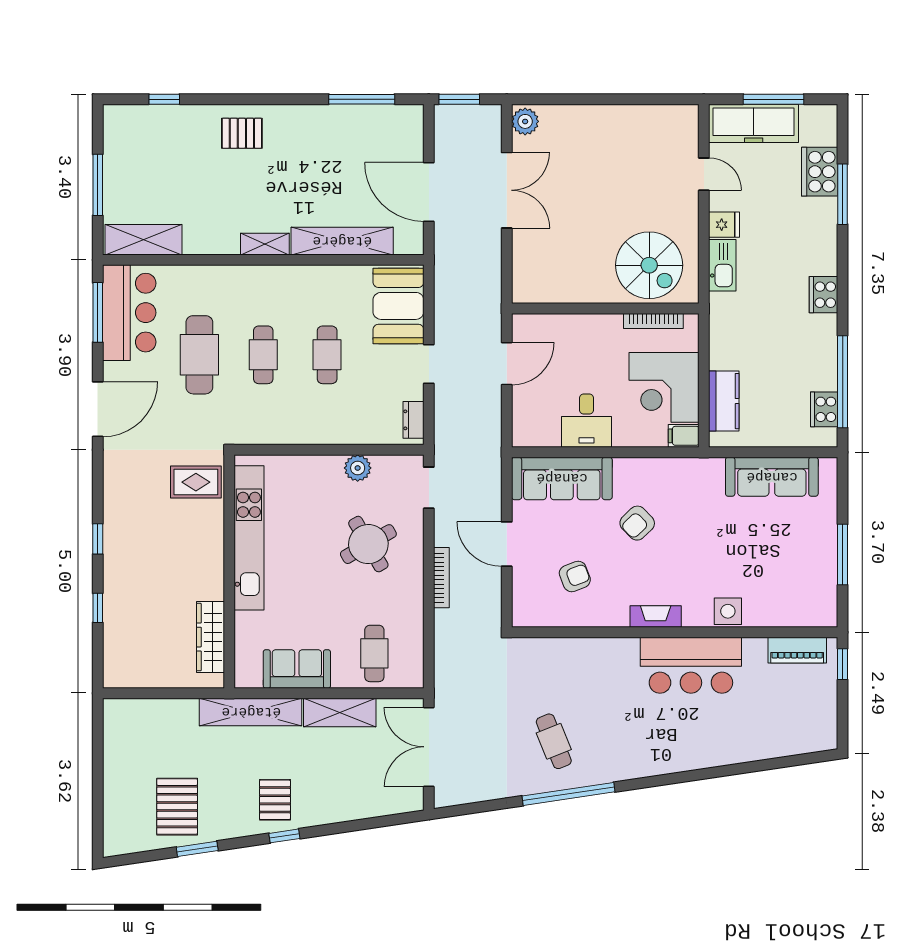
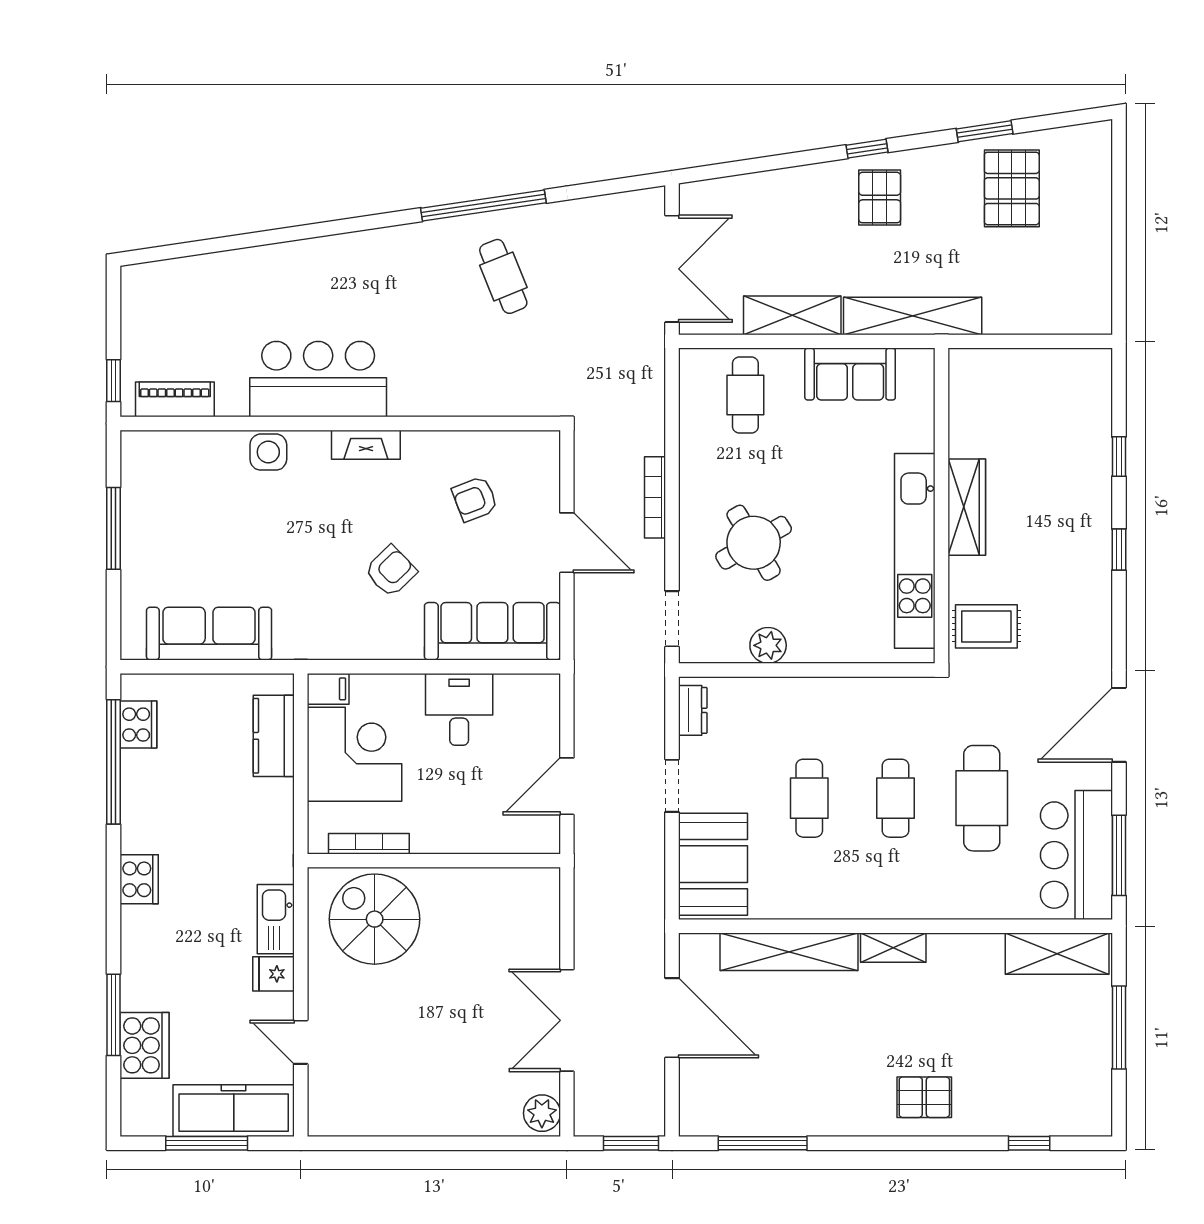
wardrobe: (210, 637) -> (967, 507), moved

